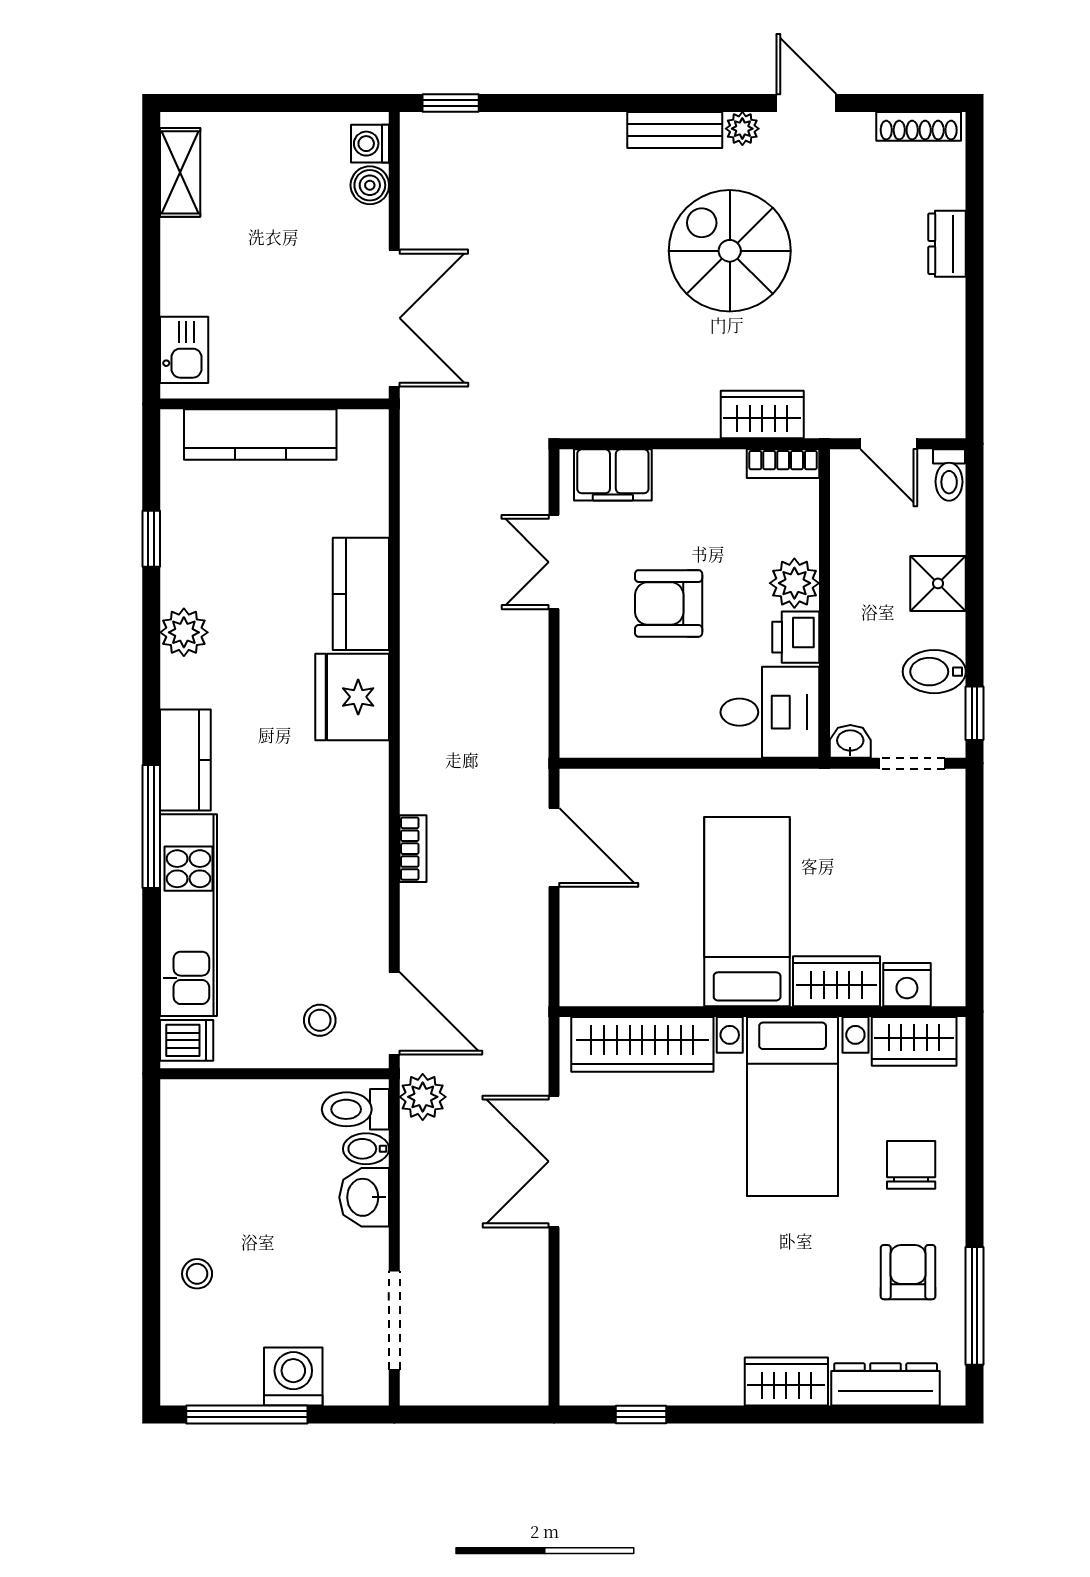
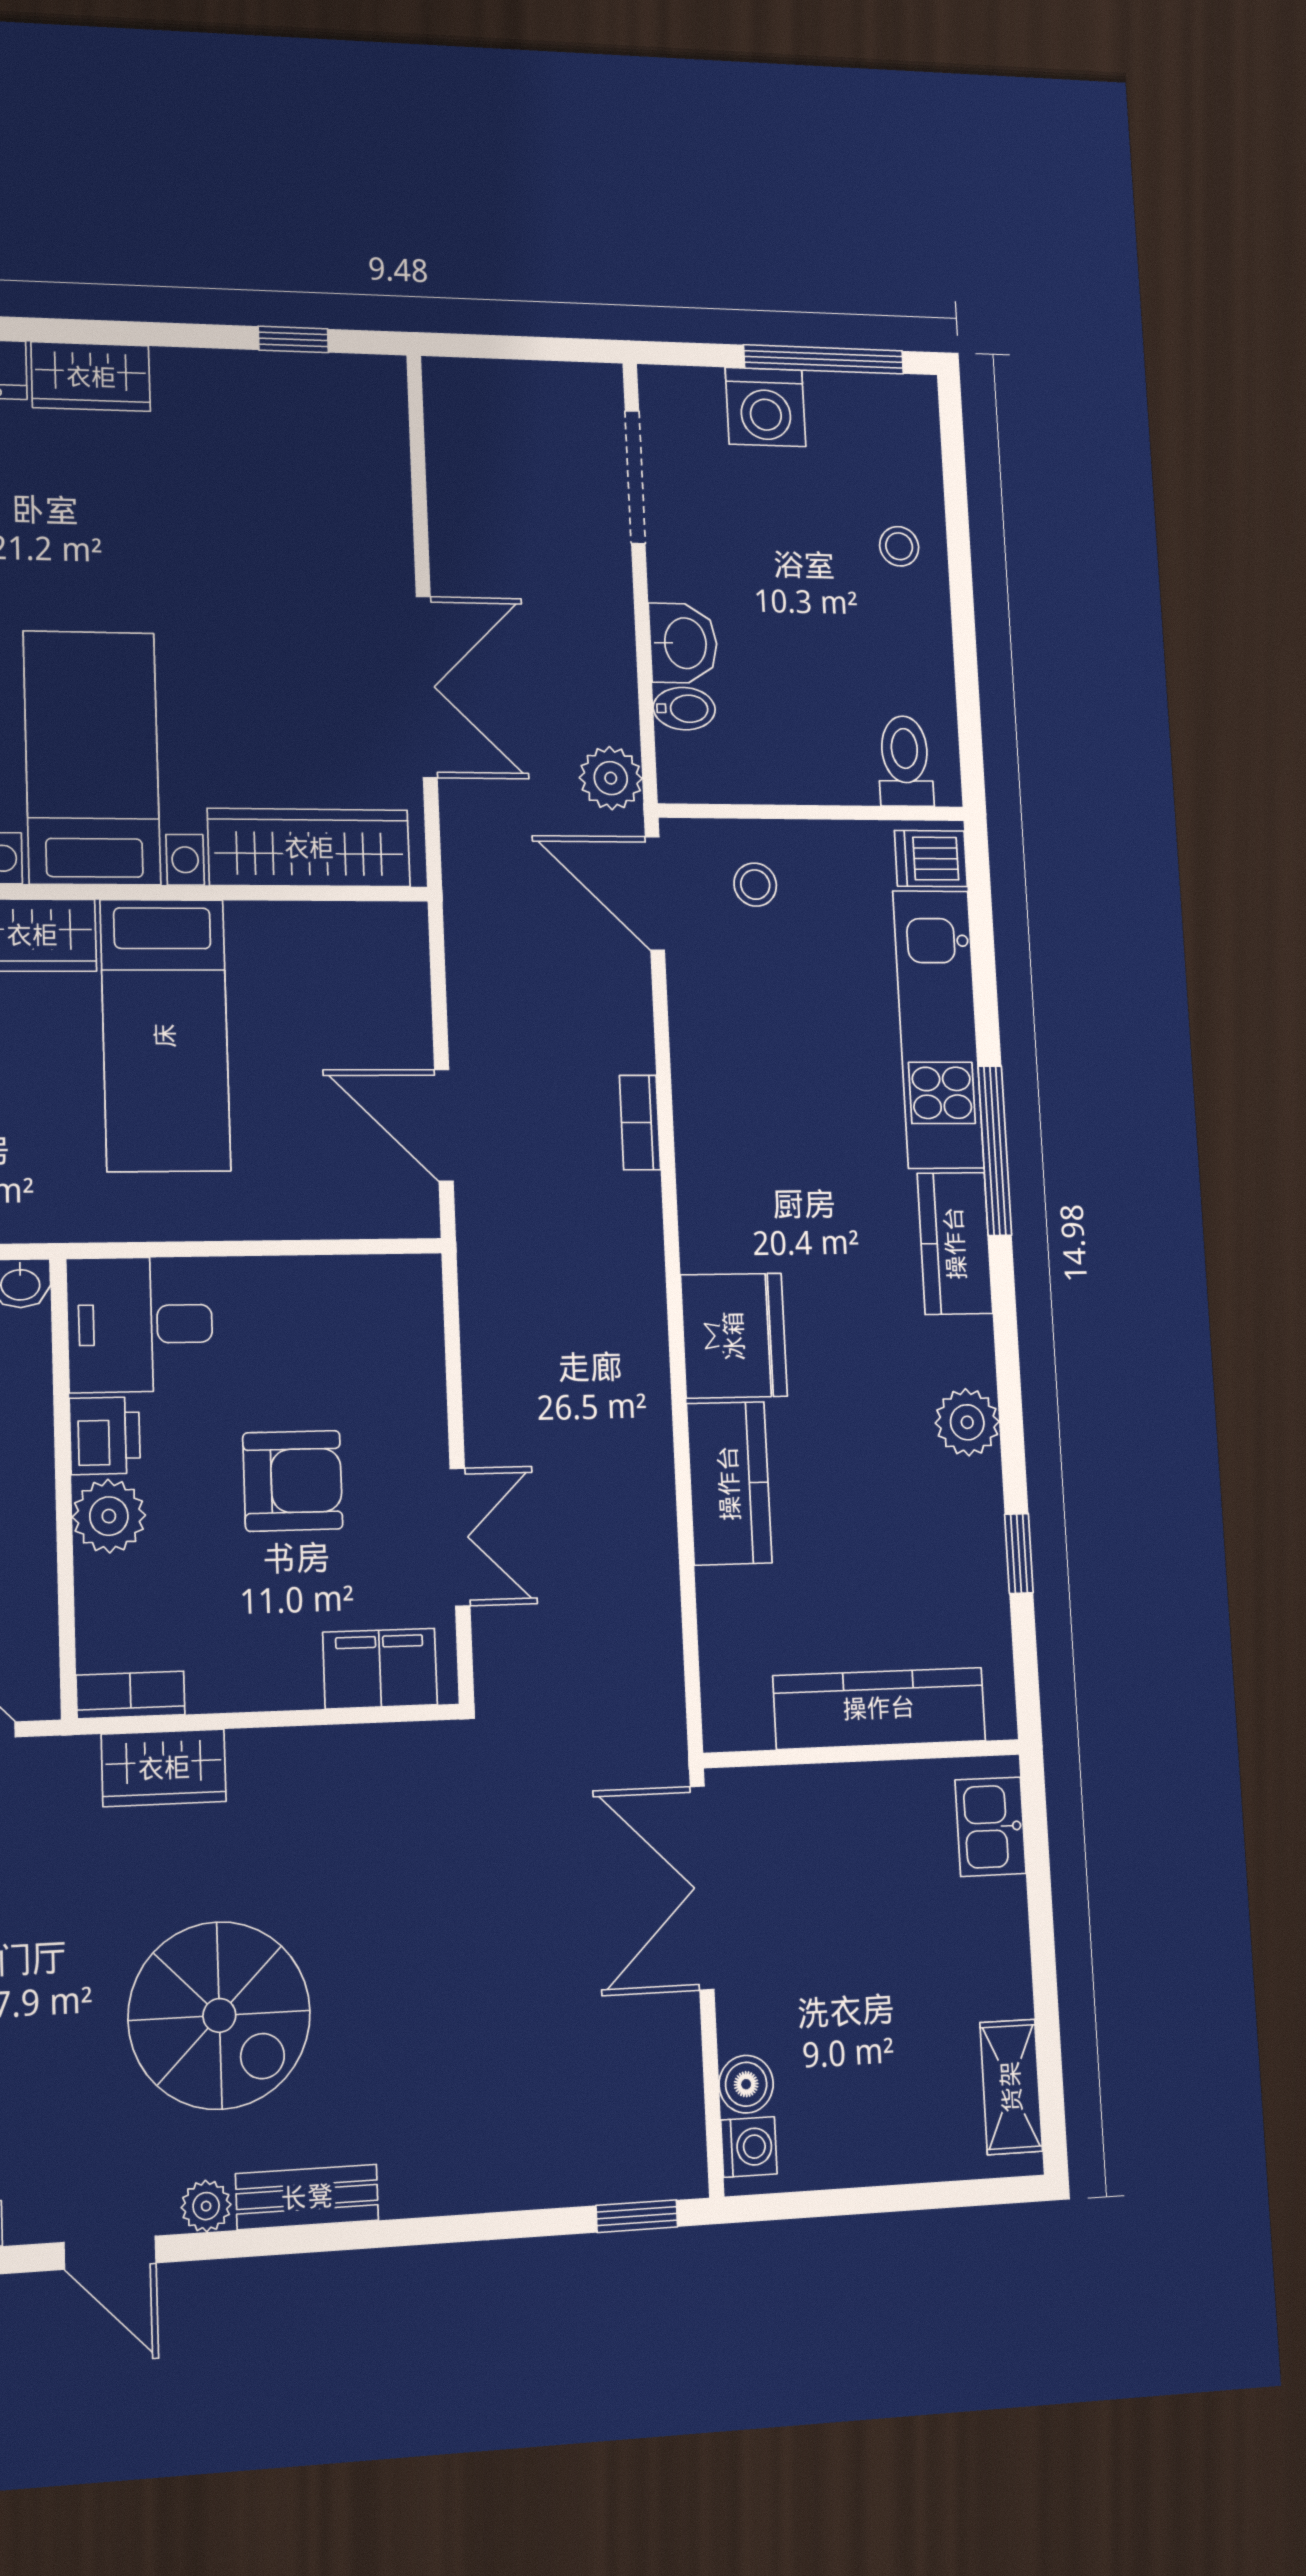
toilet: (355, 1109) -> (905, 761), moved, turned -90

